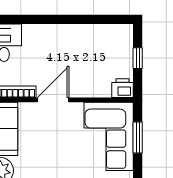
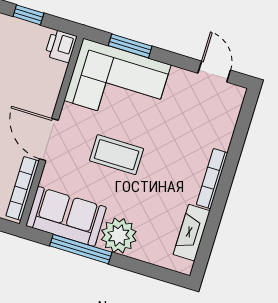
coffee table: (57, 151) -> (117, 155), added

